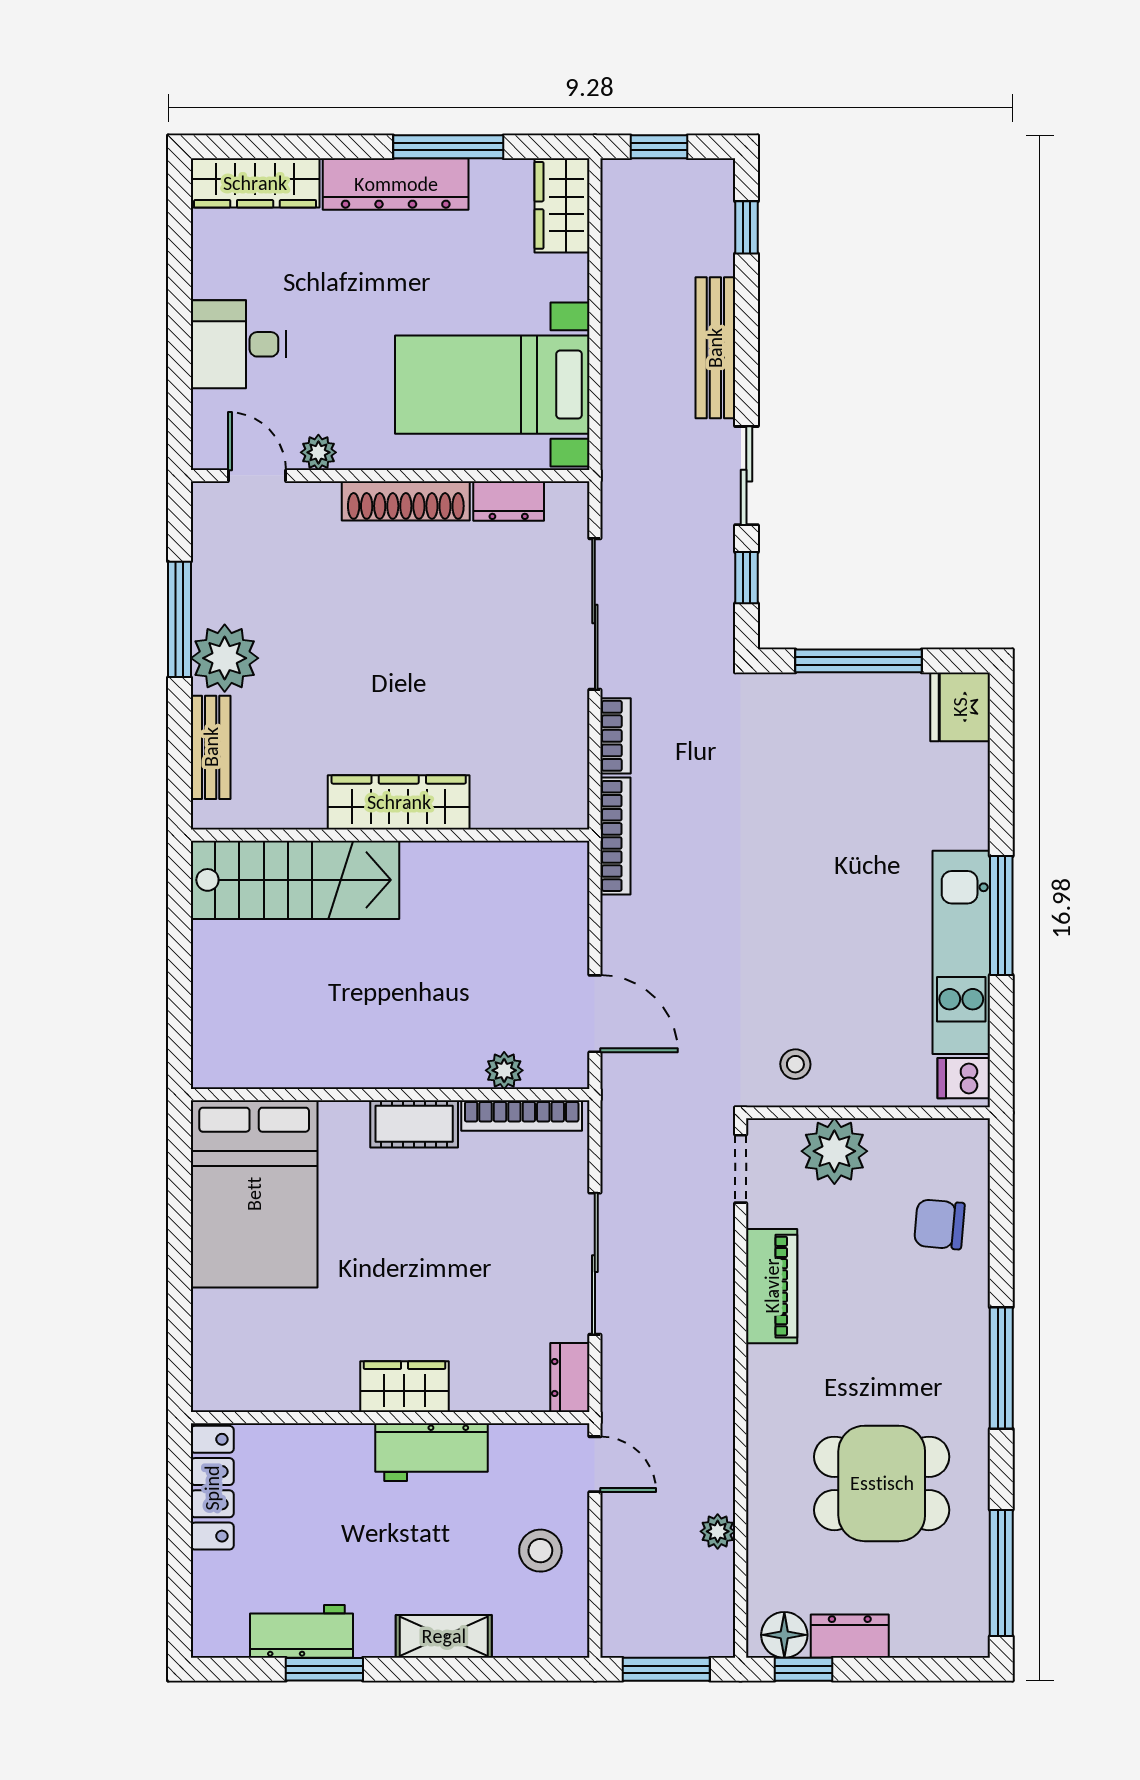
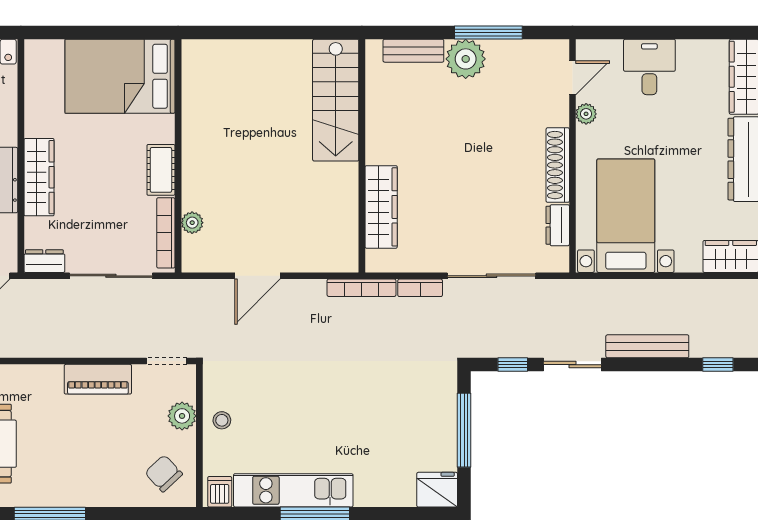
wardrobe: (399, 802) -> (381, 207), moved
stool: (795, 1064) -> (222, 420), moved
plant: (504, 1070) -> (192, 223), moved
wall: (390, 1095) -> (178, 156), moved
bookcase: (522, 1115) -> (166, 233), moved
cot: (414, 1124) -> (161, 170), moved
plant: (834, 1151) -> (182, 416), width x0.73, depth x0.73
bed: (254, 1194) -> (120, 76), moved
chair: (939, 1224) -> (164, 473), moved, turned -48
wardrobe: (404, 1387) -> (39, 177), width x1.50

